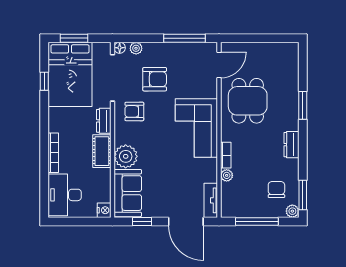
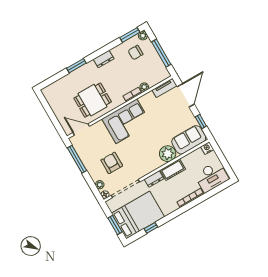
armchair: (134, 111) -> (138, 164), removed

